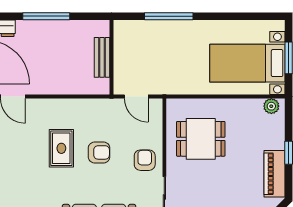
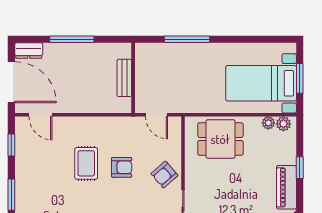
plant: (255, 105) -> (268, 123), added
dining table: (201, 139) -> (220, 139), moved
armchair: (145, 160) -> (164, 175), turned -131

